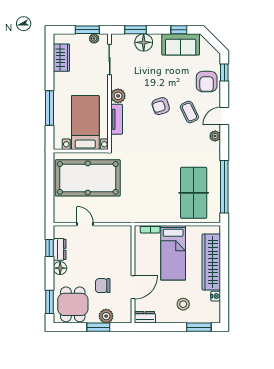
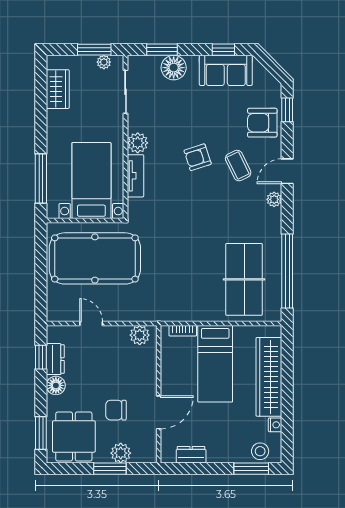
armchair: (207, 82) -> (262, 123), turned 90
window: (49, 108) -> (41, 179), moved
plant: (119, 232) -> (140, 335), added
stool: (183, 304) -> (260, 451), moved
dresser: (145, 317) -> (191, 455), moved

